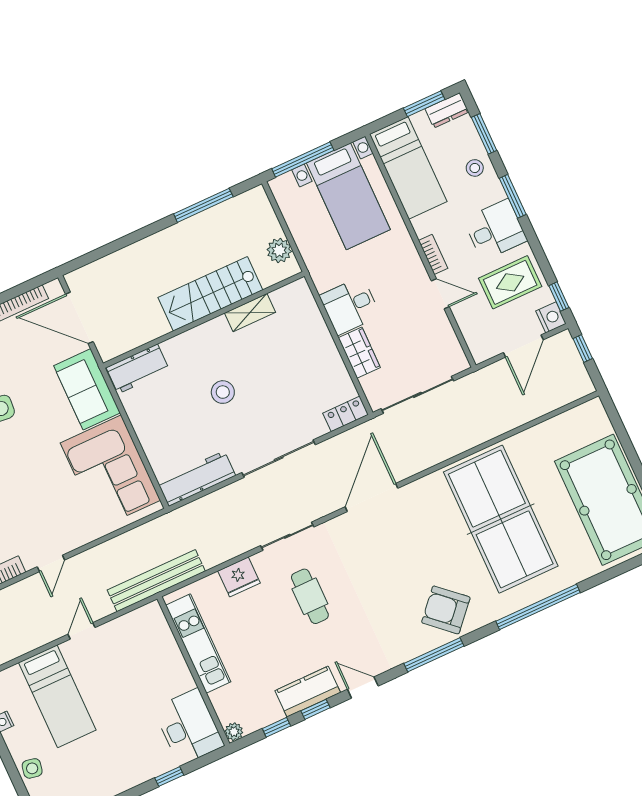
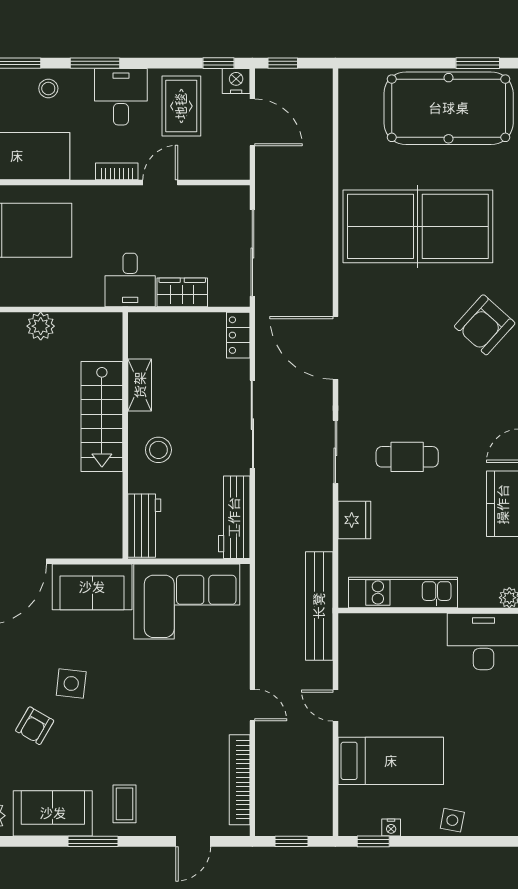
stairs: (210, 294) -> (102, 416), moved
shelving: (250, 313) -> (140, 385), moved
wall: (204, 320) -> (125, 435), moved
workbench: (138, 369) -> (144, 526), moved

